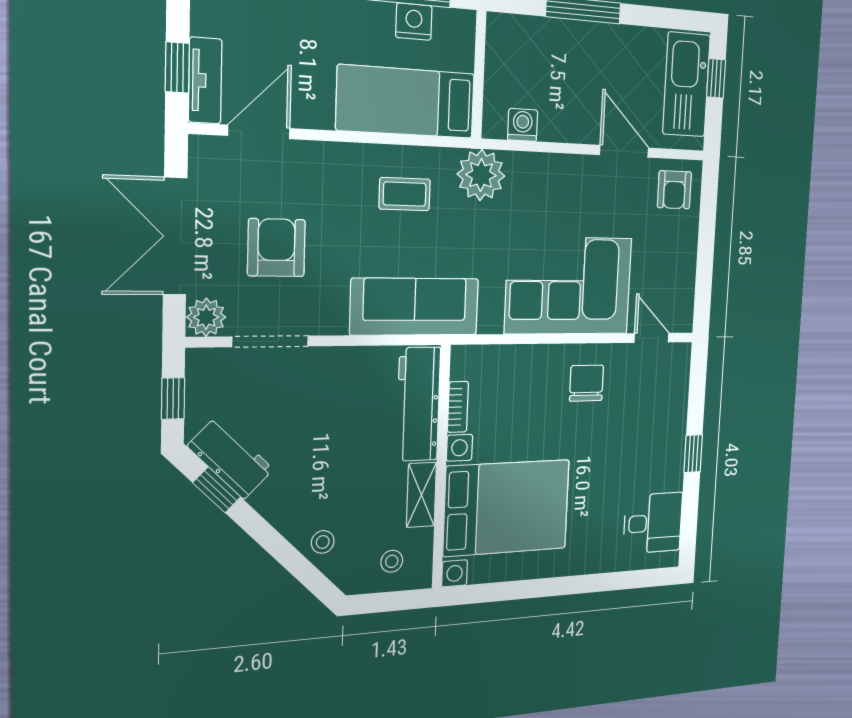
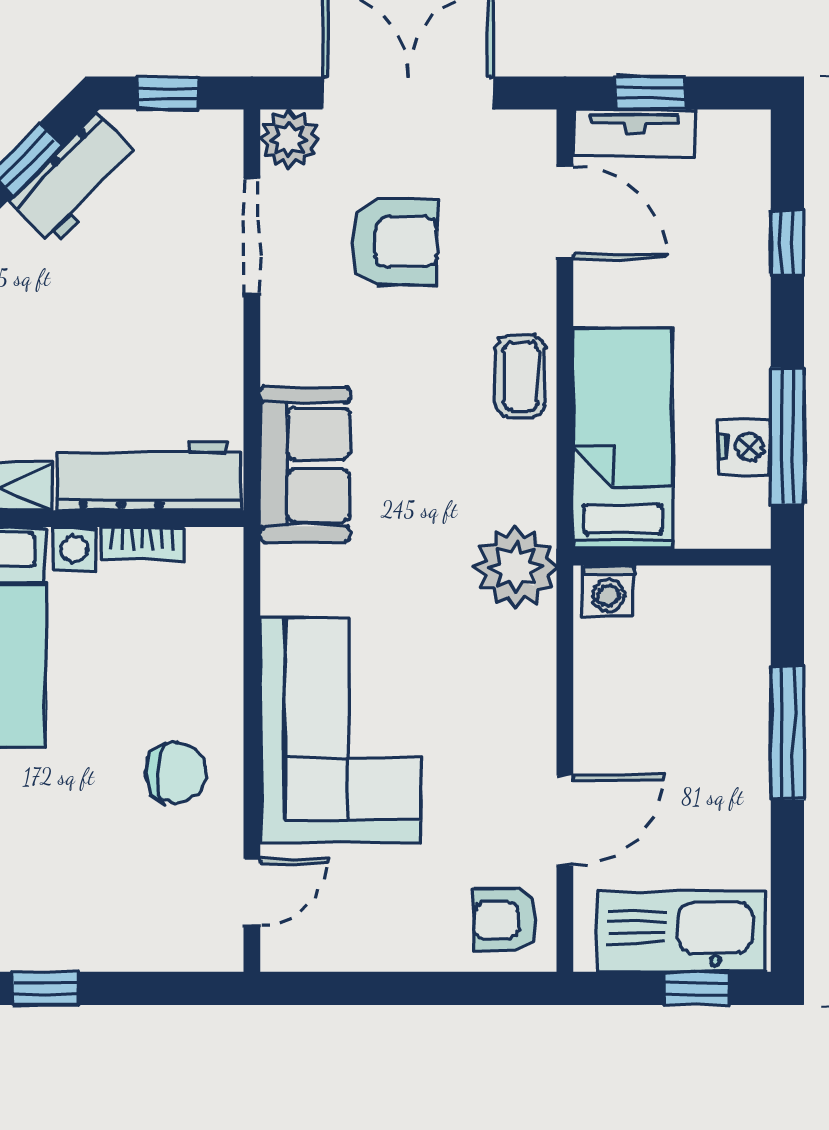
washing machine: (523, 125) -> (609, 590), moved, turned 90
coffee table: (405, 194) -> (520, 376), moved
sofa: (415, 307) -> (305, 464), width x0.73

